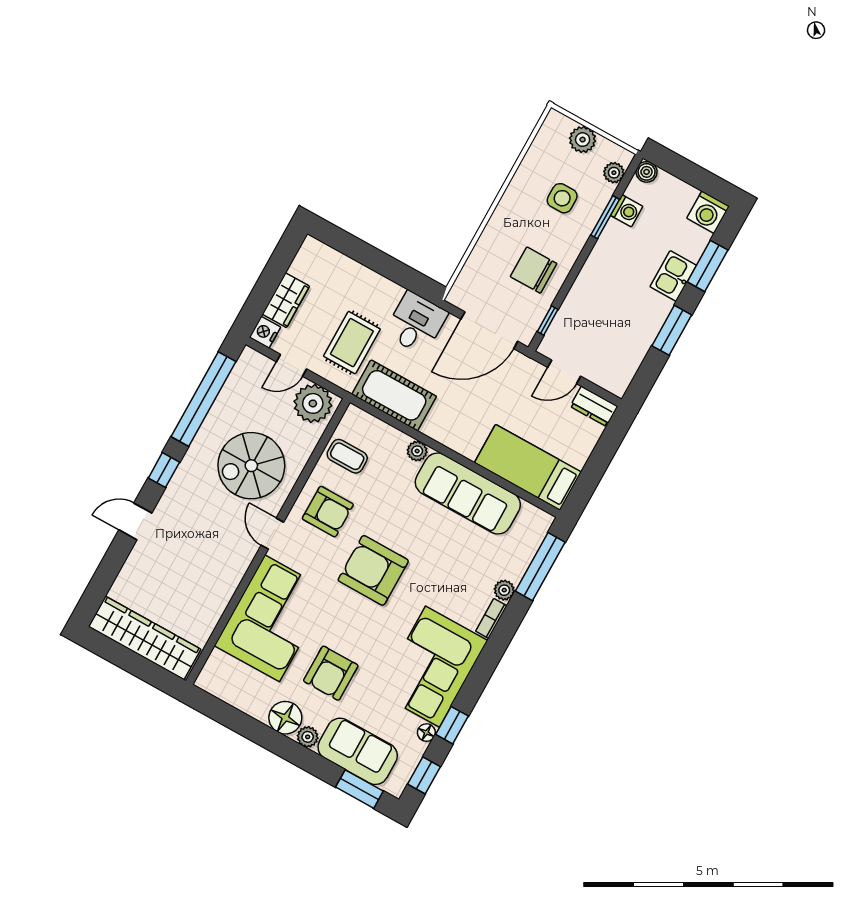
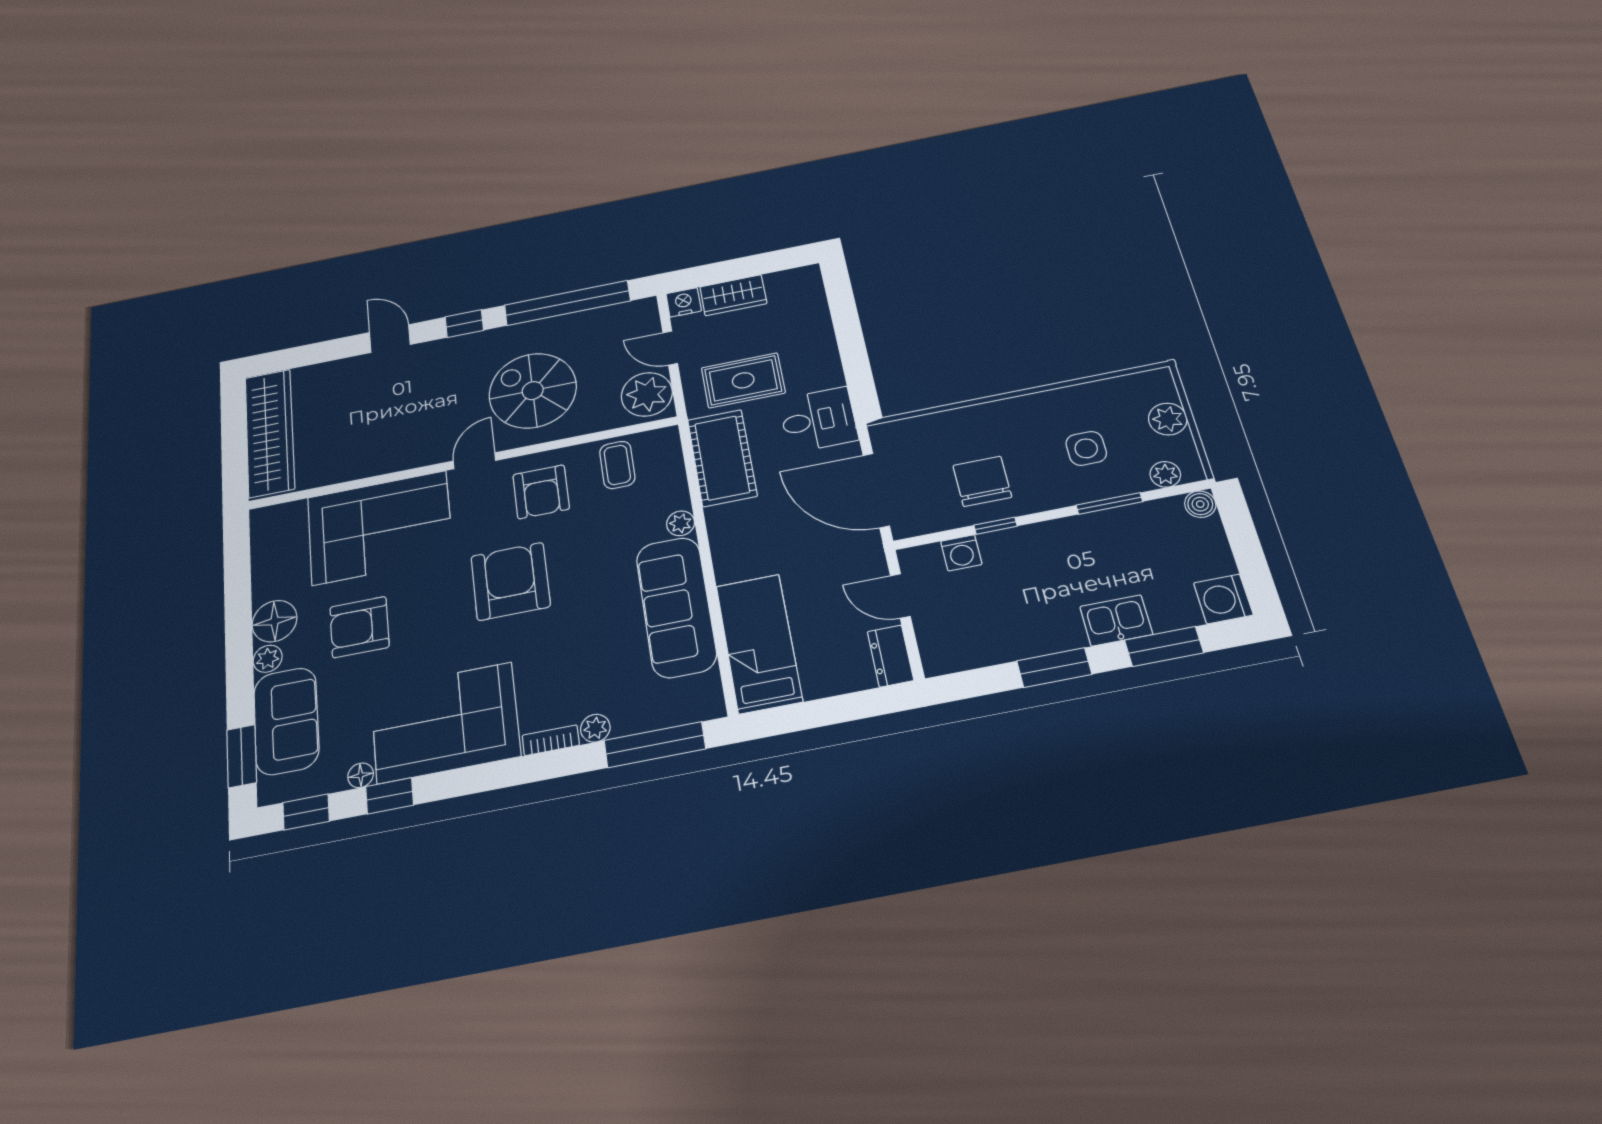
washing machine: (627, 211) -> (961, 553), moved
window: (548, 321) -> (996, 526), moved

